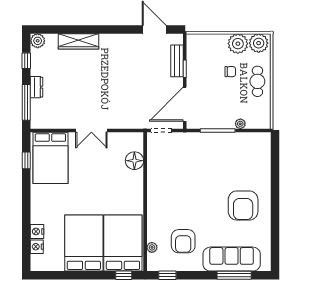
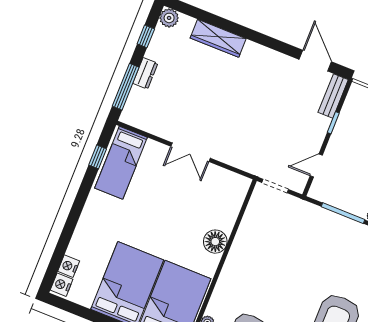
bench: (177, 61) -> (333, 96), moved
door: (185, 104) -> (316, 165), width x0.53
bed: (50, 158) -> (121, 163), width x0.67
floor lamp: (134, 161) -> (215, 242), moved
nightstand: (37, 231) -> (62, 285), moved

